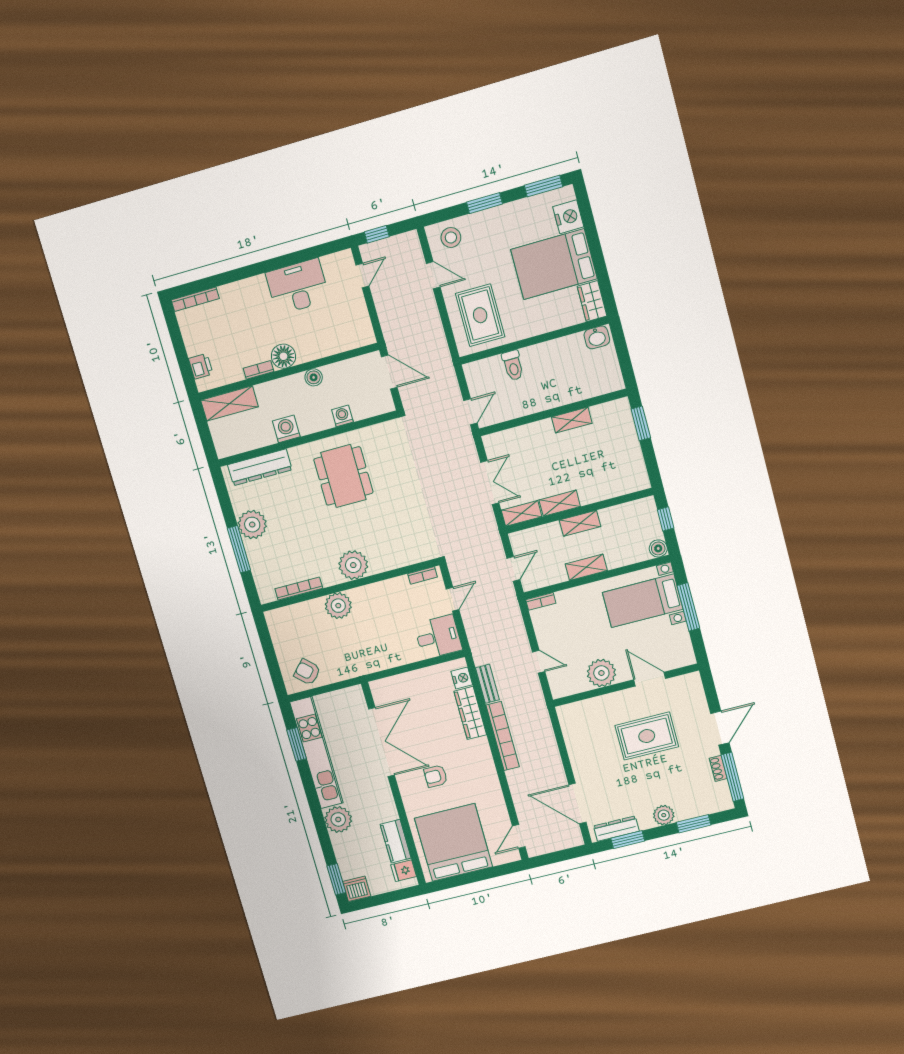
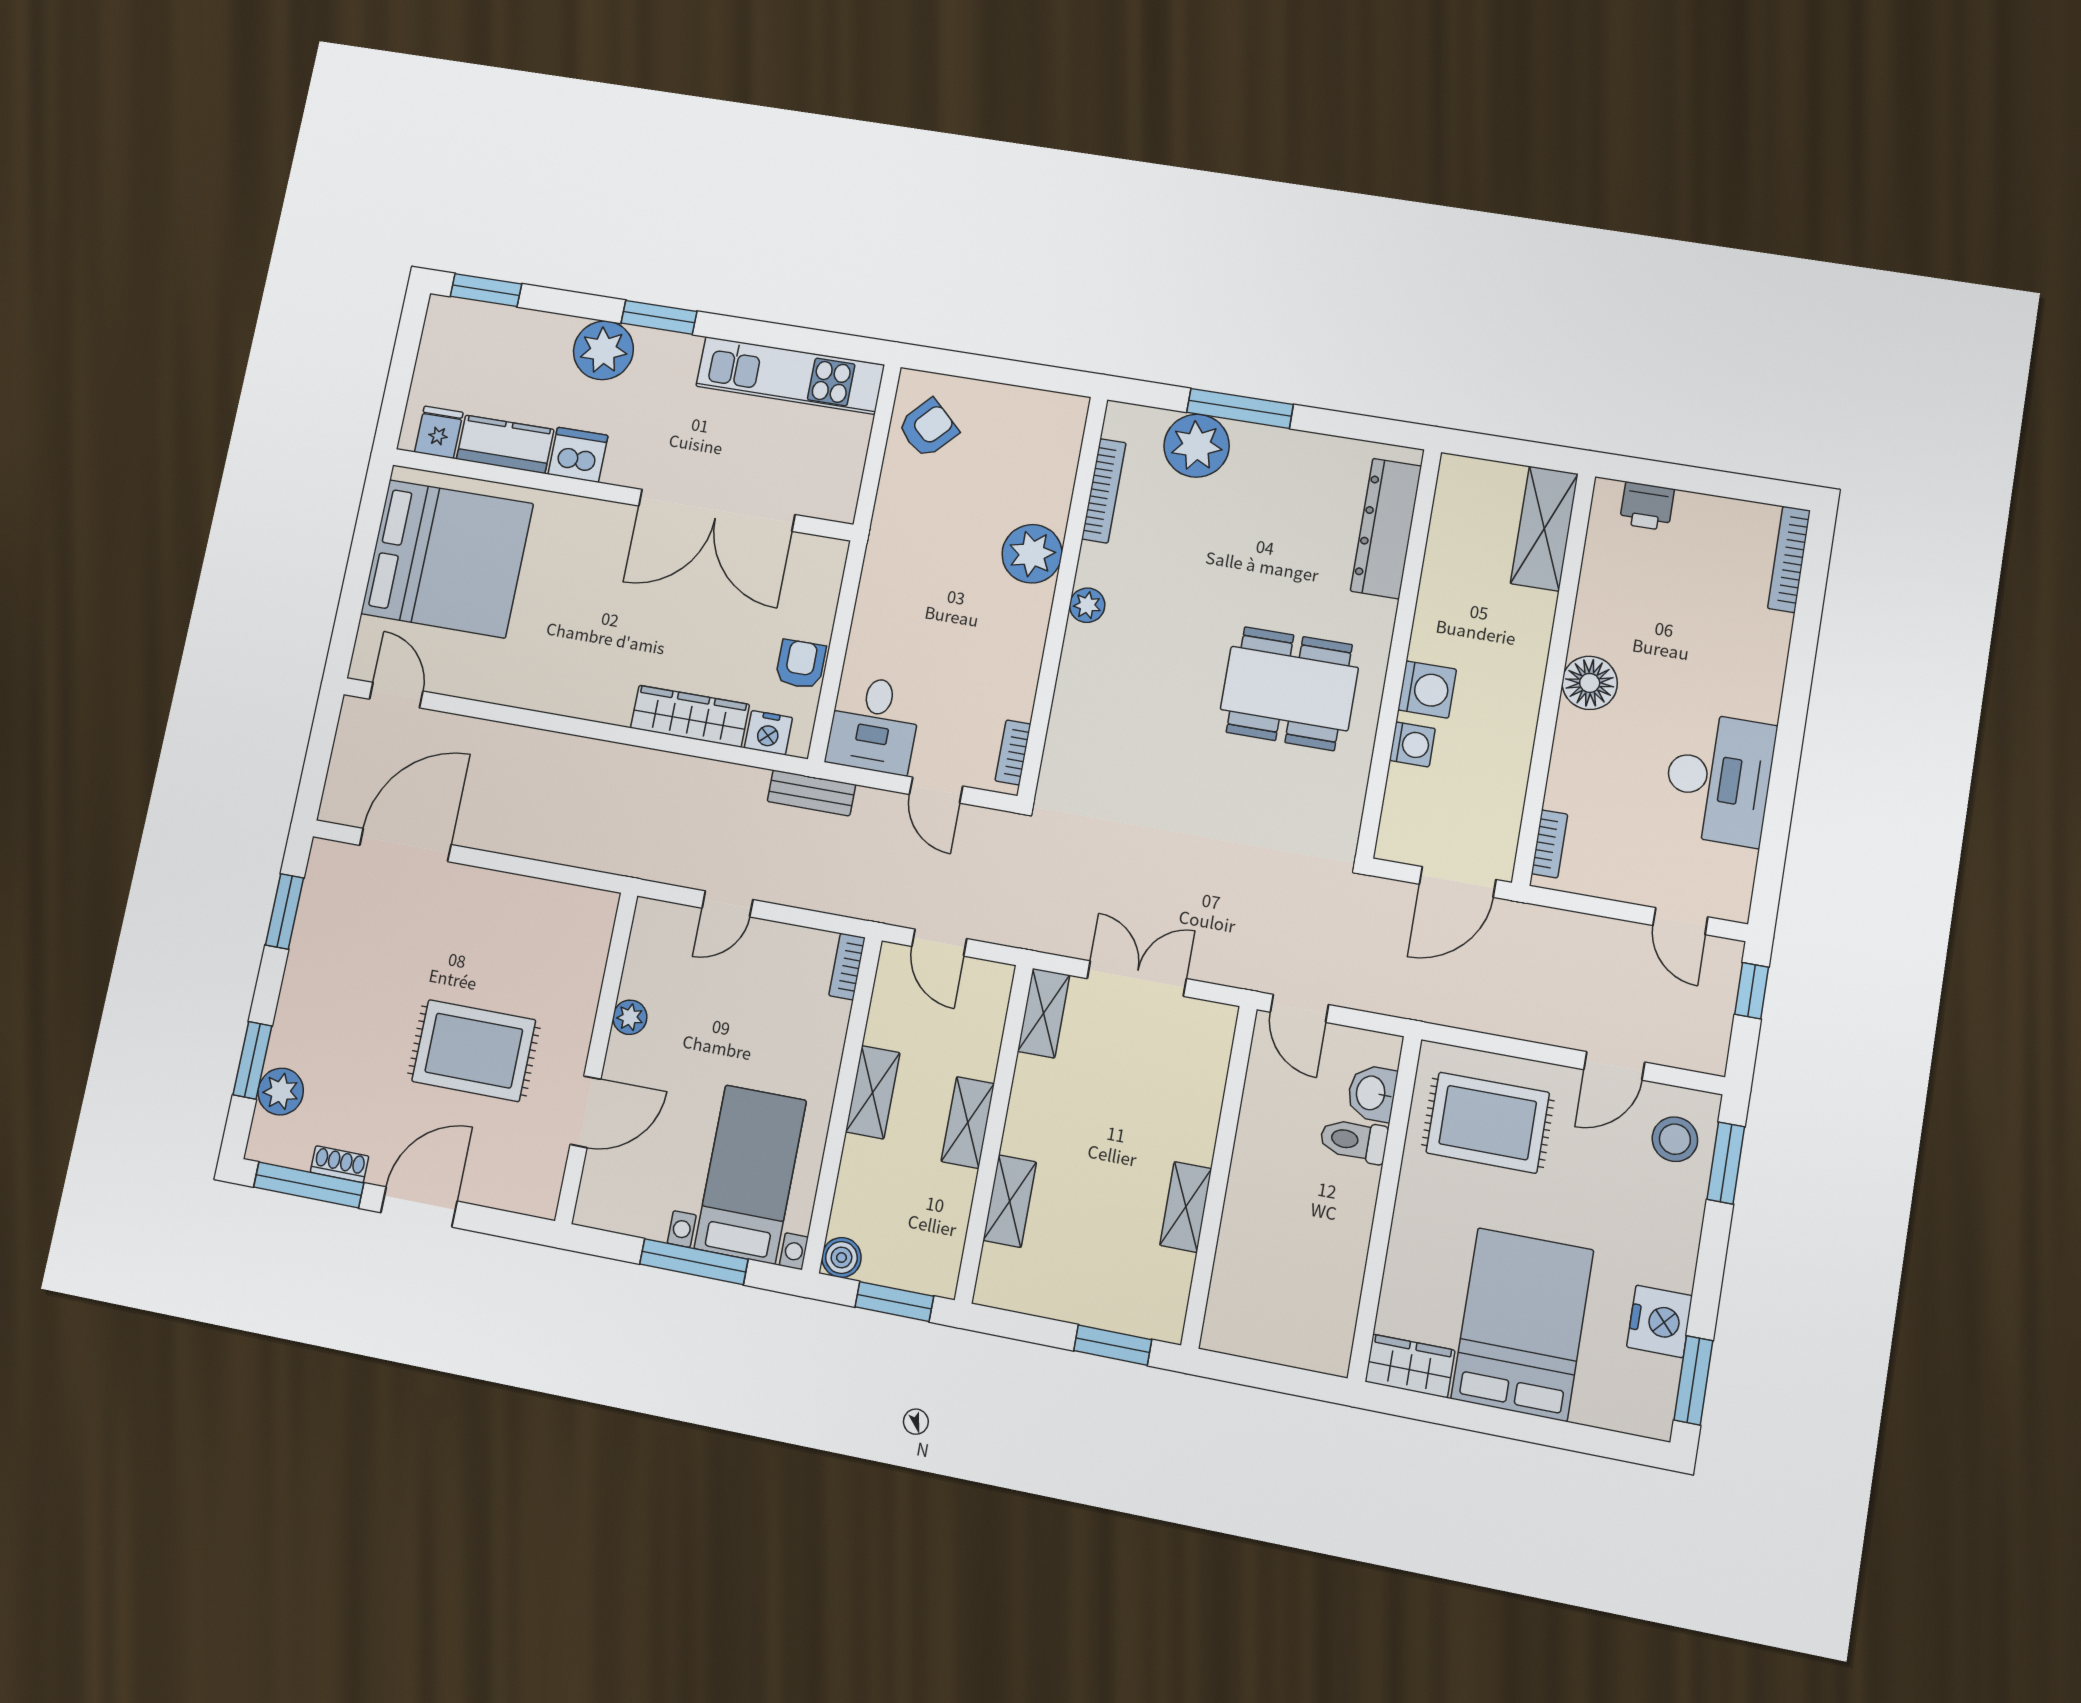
window: (484, 203) -> (1726, 1163), moved
nightstand: (568, 217) -> (1660, 1321), moved, turned -90
washbasin: (597, 337) -> (1372, 1093), moved
bookcase: (259, 370) -> (1549, 844), moved
boiler: (314, 377) -> (1518, 723), removed
washing machine: (286, 429) -> (1427, 689), moved
double door: (490, 483) -> (1137, 979), swing flipped
shelving: (560, 503) -> (1010, 1201), moved
window: (666, 519) -> (894, 1302), width x1.50
plant: (252, 525) -> (1197, 446), moved
plant: (353, 565) -> (1087, 605), width x0.53, depth x0.53
plant: (601, 673) -> (630, 1017), width x0.53, depth x0.53
bench: (487, 684) -> (811, 793), moved
door: (720, 728) -> (419, 1207), swing flipped
bookcase: (503, 736) -> (613, 759), removed
rug: (647, 736) -> (474, 1051), turned 90
window: (297, 744) -> (659, 317), moved
kitchen unit: (317, 753) -> (790, 375), width x0.73
armchair: (436, 776) -> (801, 664), moved
plant: (664, 815) -> (281, 1092), moved
dresser: (616, 829) -> (318, 899), removed
dishwasher: (357, 889) -> (578, 455), moved, turned -90

